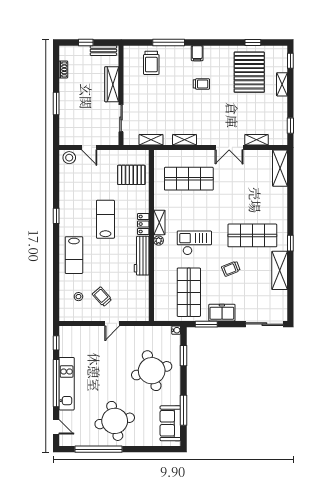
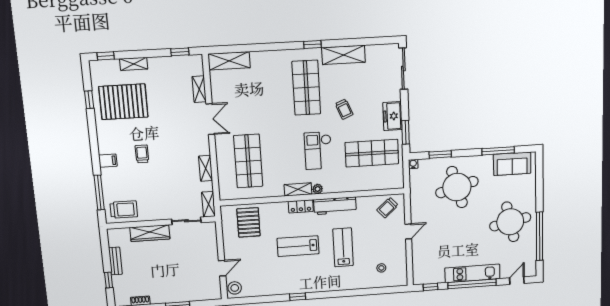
wardrobe: (112, 84) -> (150, 233), moved
wall: (121, 95) -> (161, 223), moved
sliding door: (121, 118) -> (186, 221), moved
lab bench: (74, 255) -> (343, 247), moved, turned -90
trolley: (102, 297) -> (387, 208), moved
door: (112, 323) -> (408, 232), hinge flipped

